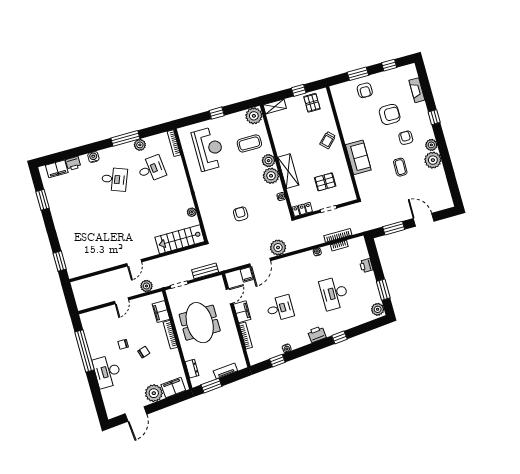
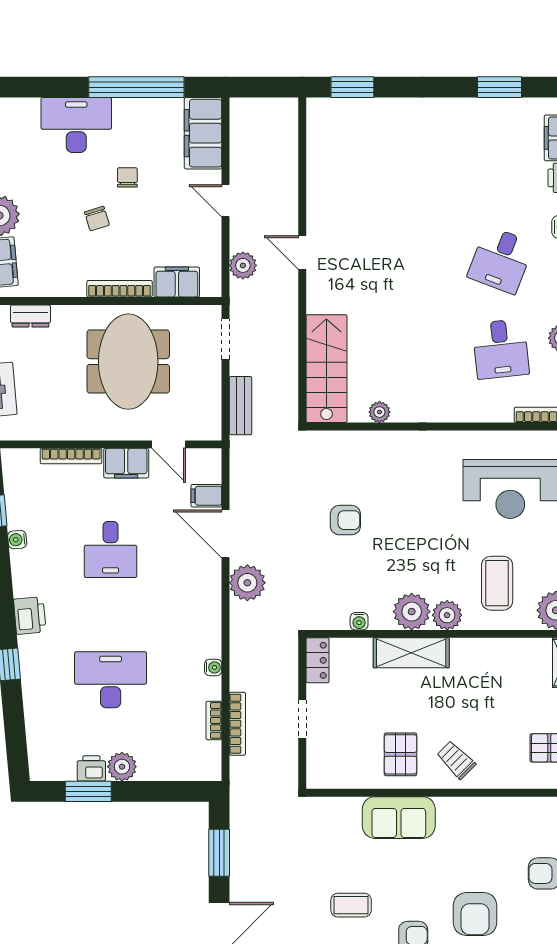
pallet: (325, 182) -> (401, 754), moved
printer: (366, 266) -> (91, 768), moved
plant: (378, 309) -> (122, 767), moved
filing cabinet: (96, 318) -> (203, 133), added
meeting table: (200, 323) -> (128, 362), turned 90

